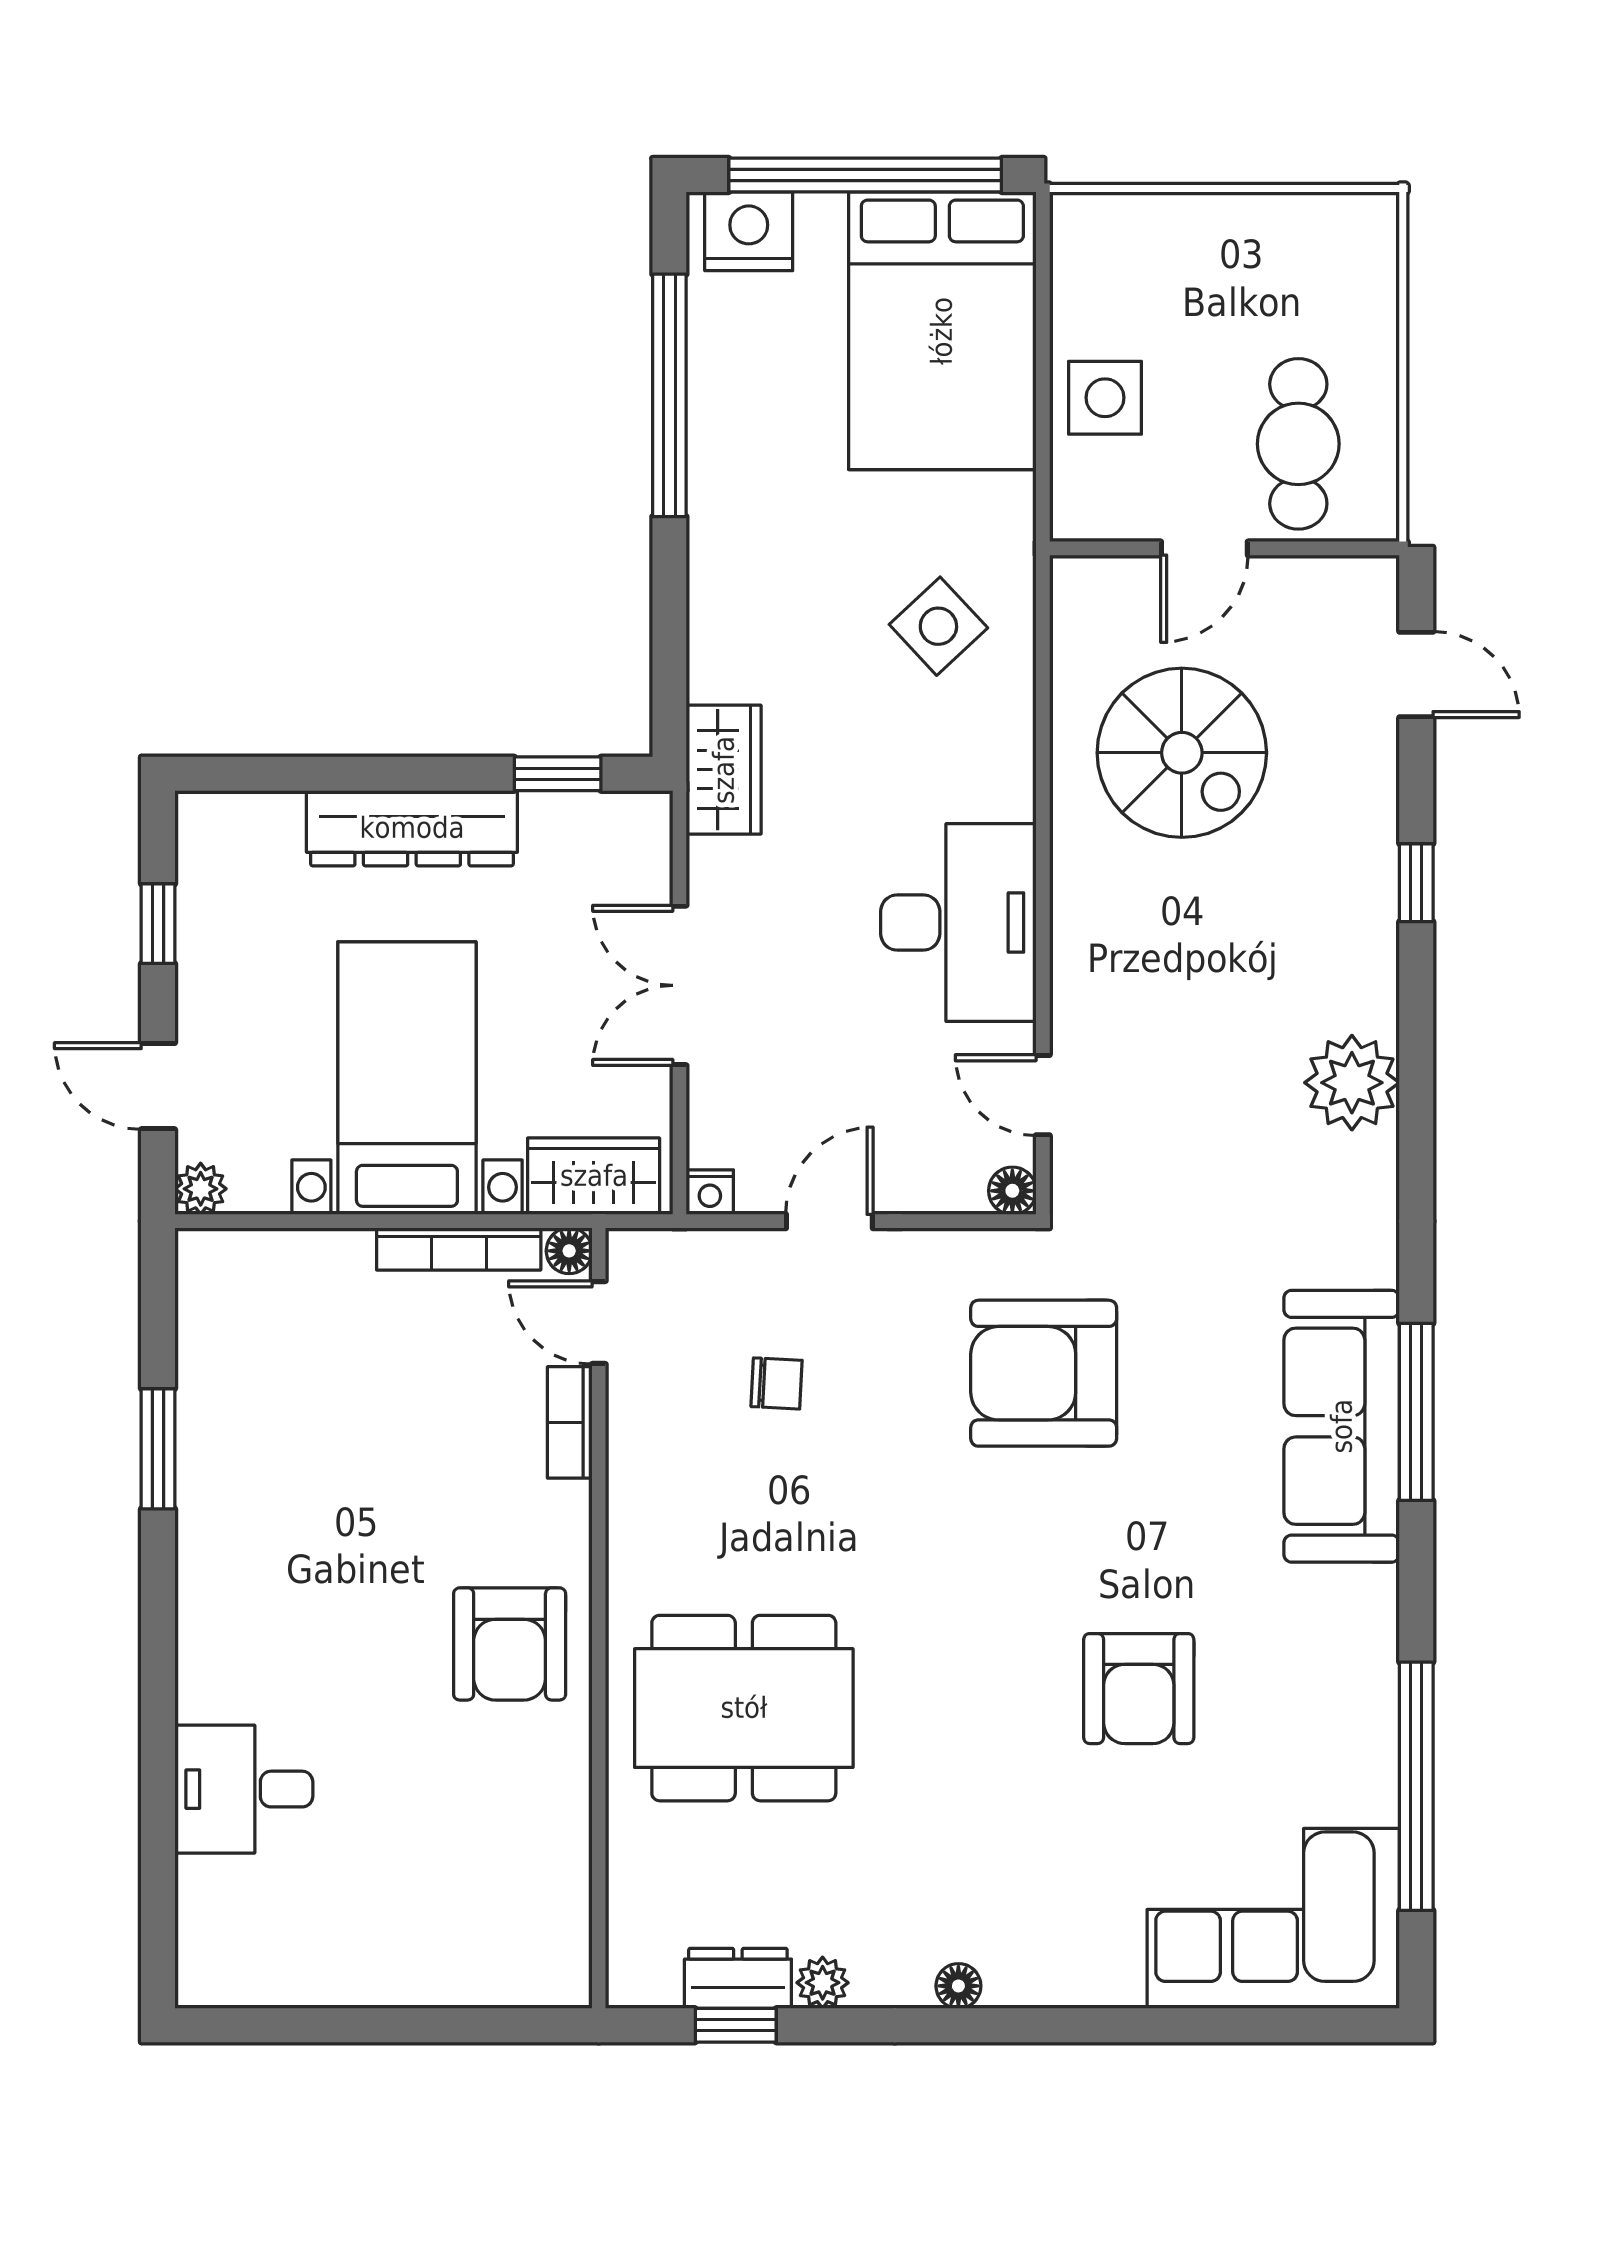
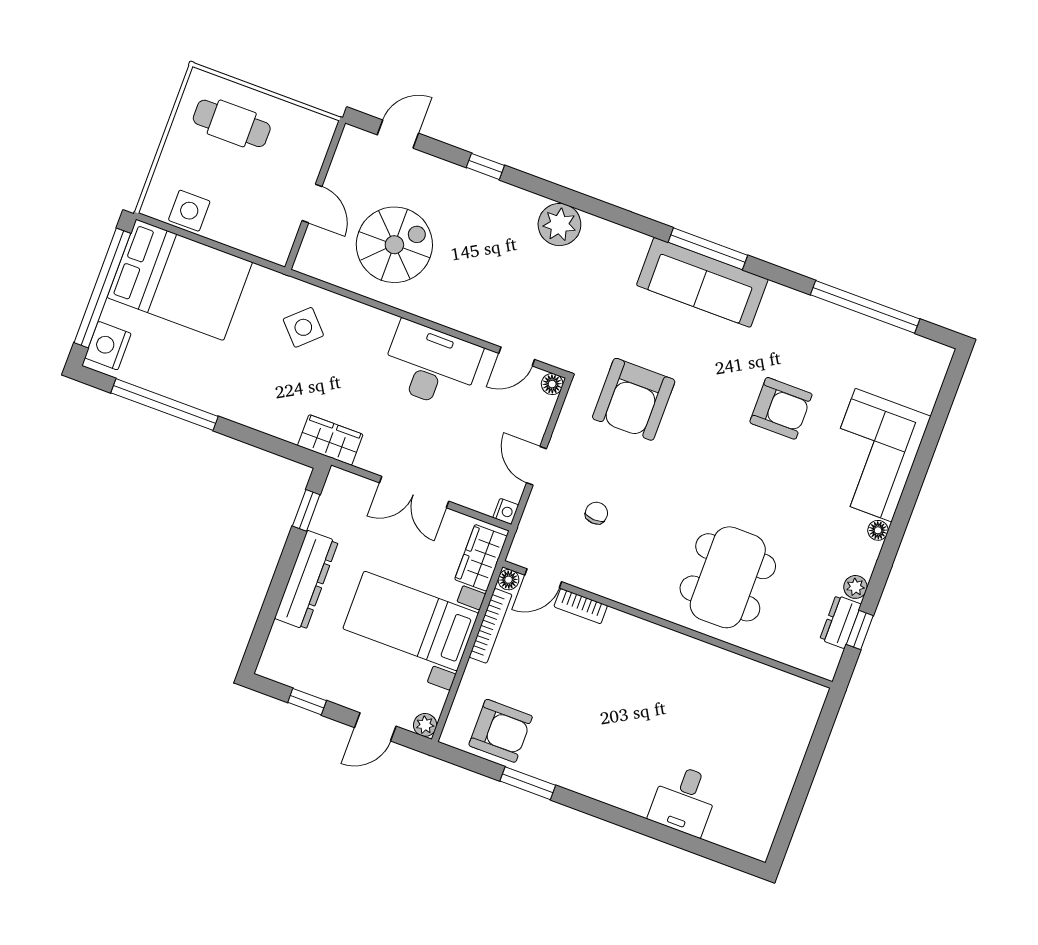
side table: (1105, 398) -> (189, 211), moved
cafe table: (1298, 444) -> (232, 123), moved
armchair: (510, 1644) -> (501, 731), moved
corner sofa: (1273, 1918) -> (874, 455), moved

